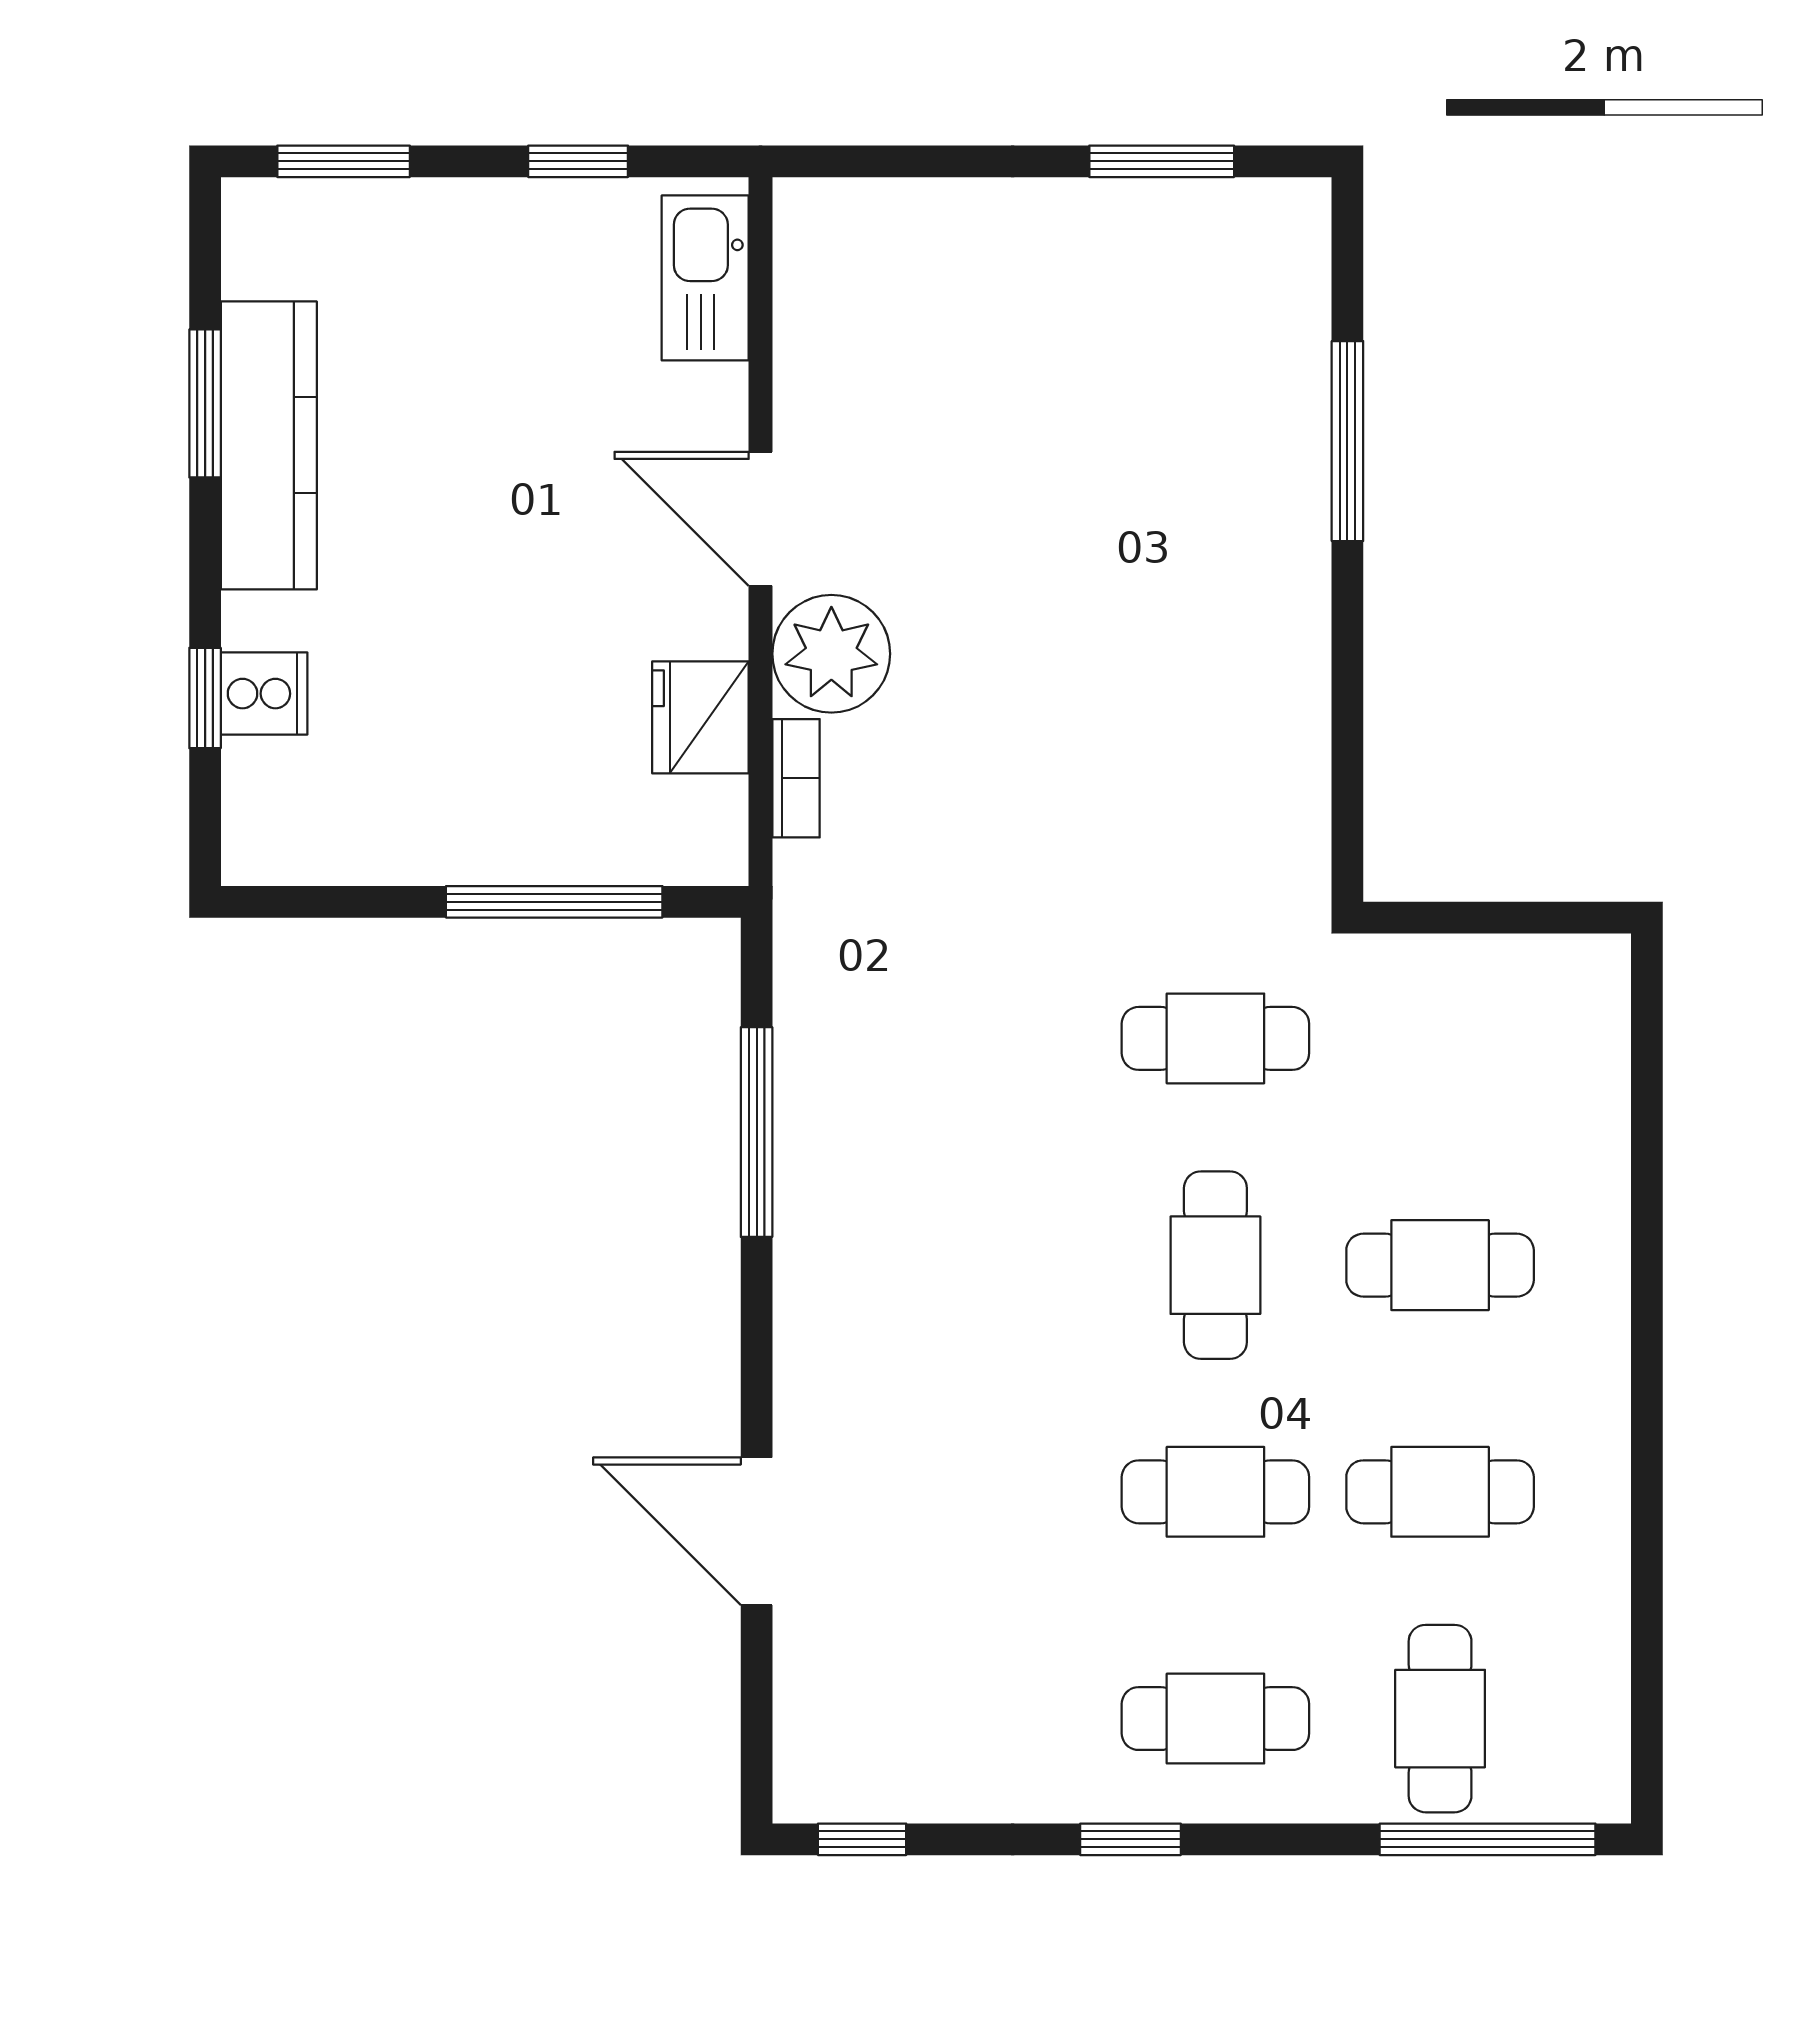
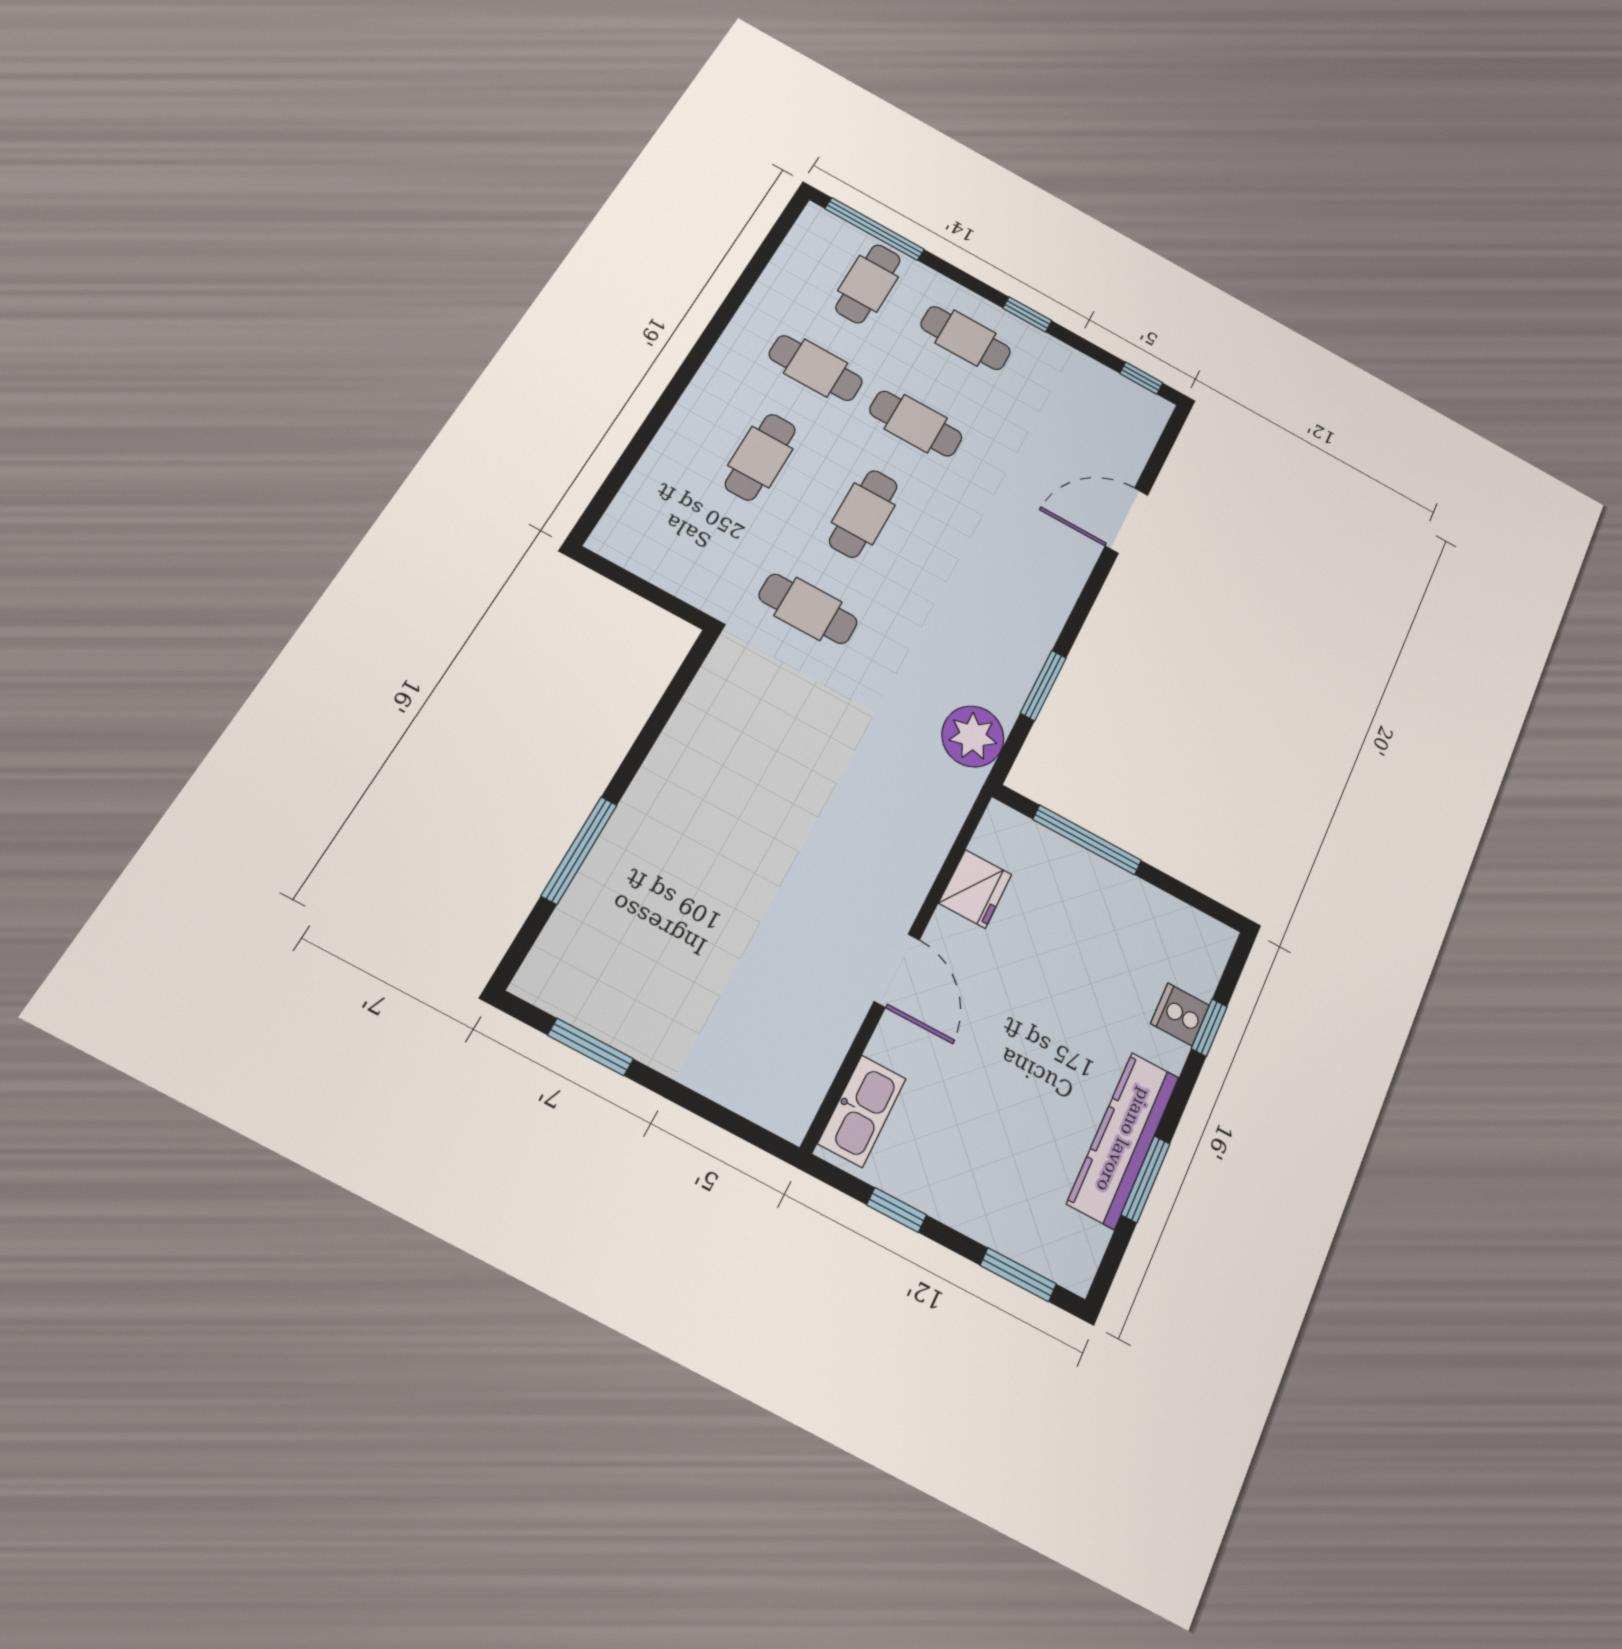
plant: (831, 654) -> (973, 736), moved
bookcase: (796, 778) -> (944, 835), removed
window: (757, 1132) -> (1043, 685), width x0.69
cafe table: (1440, 1265) -> (760, 457), turned 90
door: (757, 1531) -> (1127, 520), swing flipped

